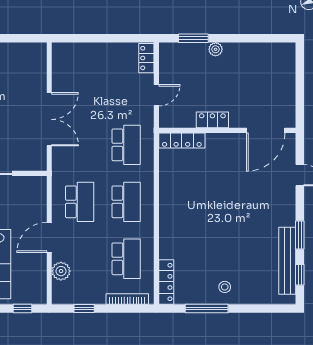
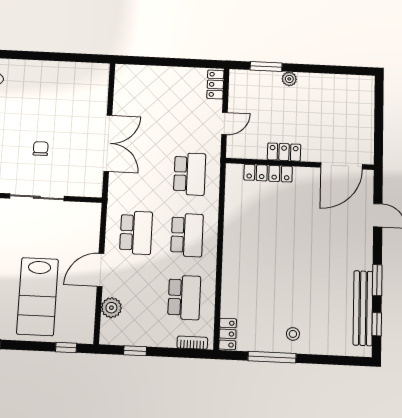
locker: (182, 141) -> (268, 173), moved
locker: (166, 282) -> (228, 334), width x0.66
bookcase: (127, 299) -> (192, 343), width x0.64

